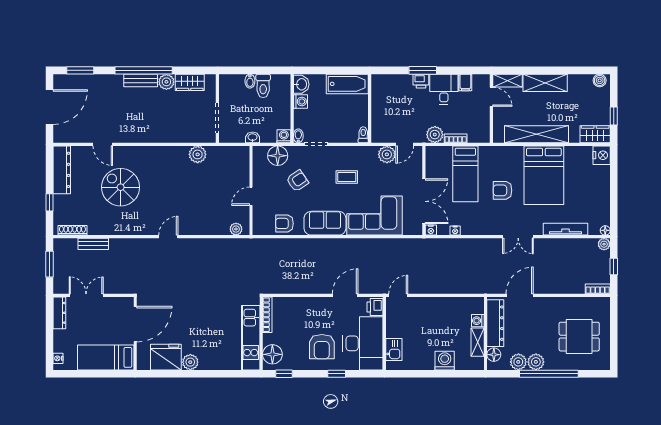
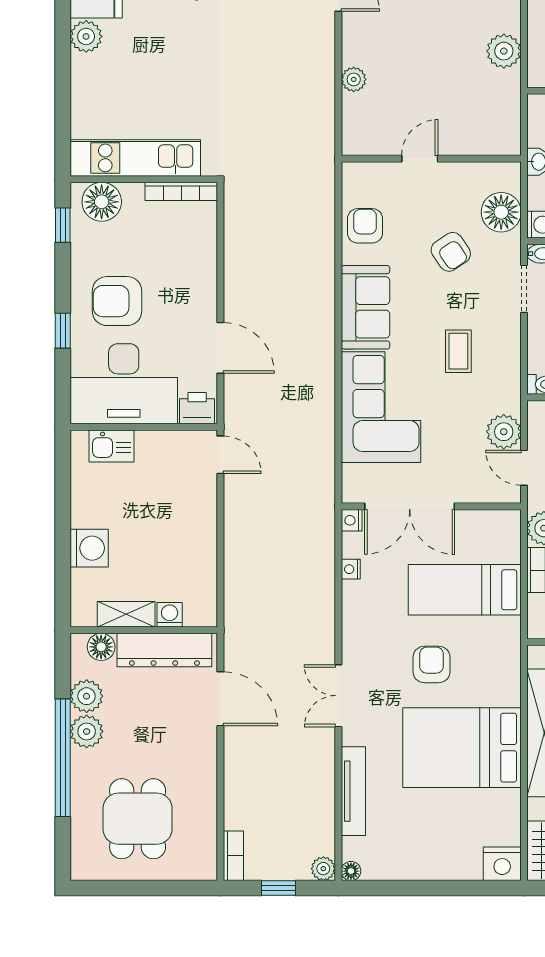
door: (251, 196) -> (420, 159), hinge flipped
plant: (236, 229) -> (354, 79), moved

